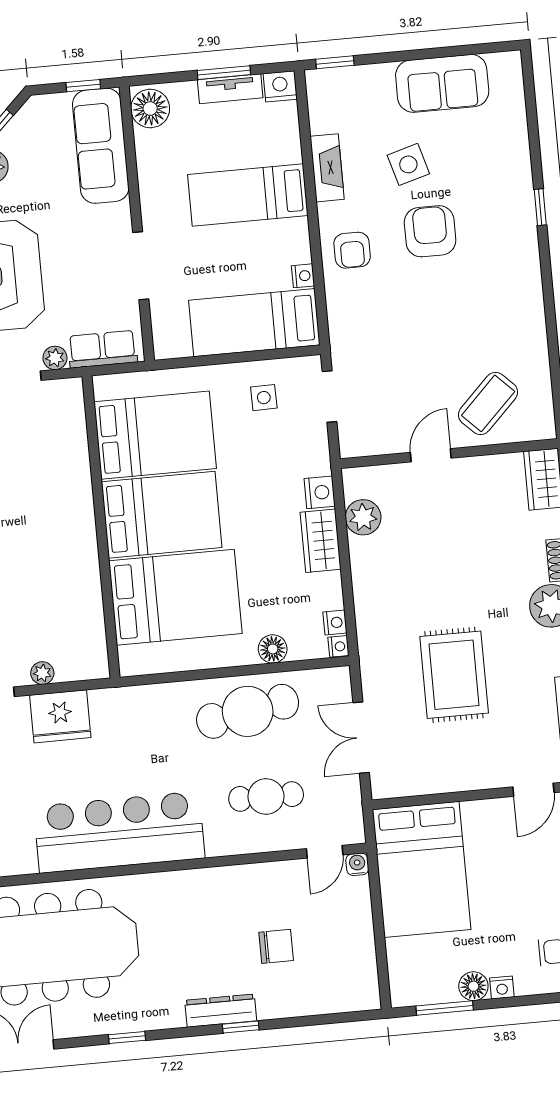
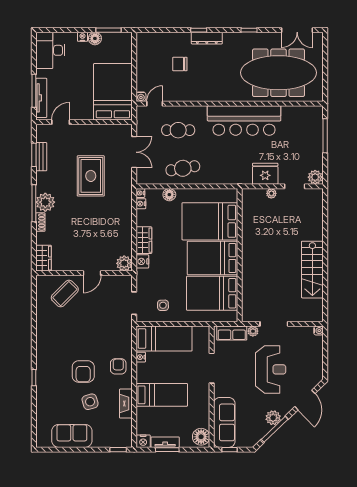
plant: (363, 517) -> (124, 263), moved
cafe table: (248, 711) -> (183, 168), width x0.73, depth x0.74

